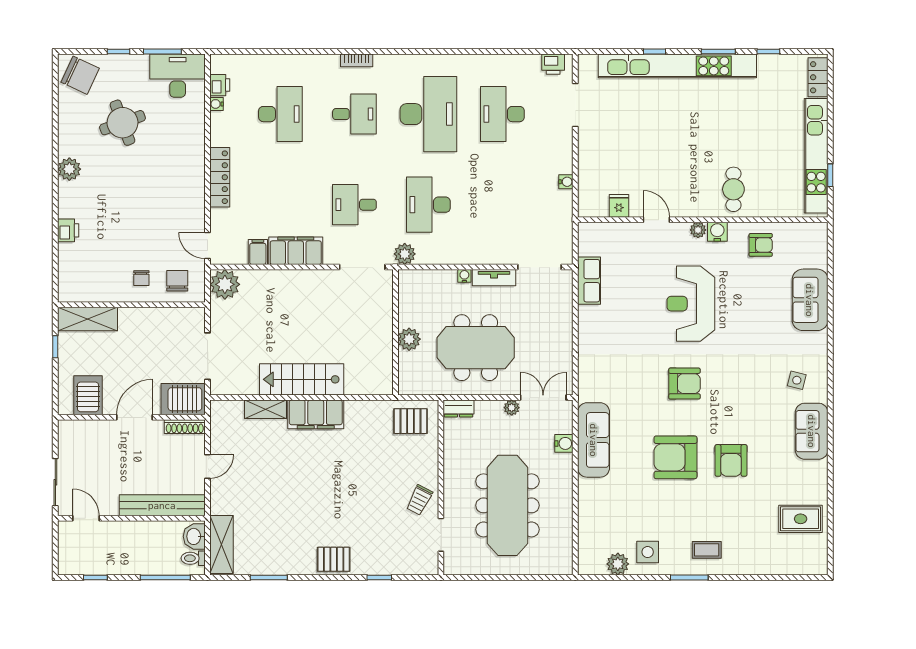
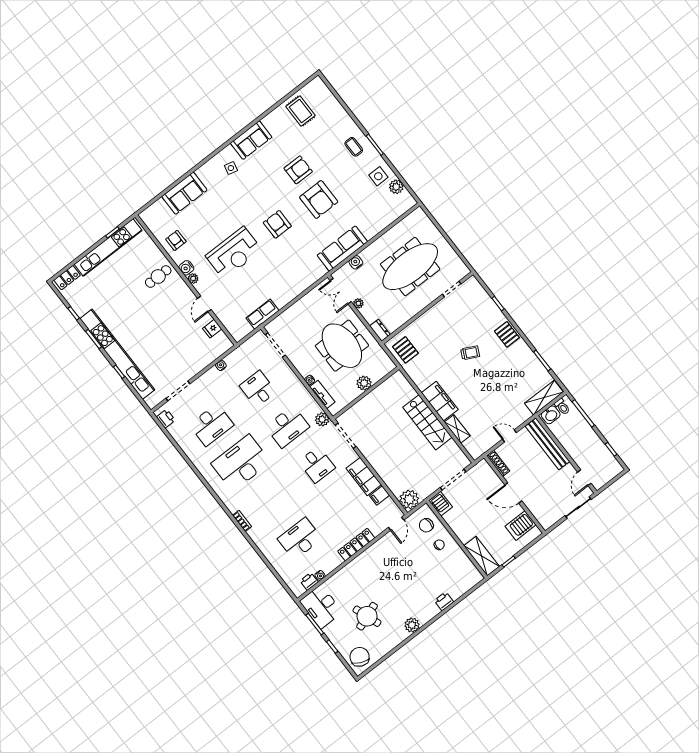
desk: (354, 114) -> (258, 389), moved
tv unit: (494, 278) -> (322, 394), moved
server rack: (183, 399) -> (441, 504), moved, width x0.73, depth x0.70
trolley: (419, 500) -> (470, 353), moved

